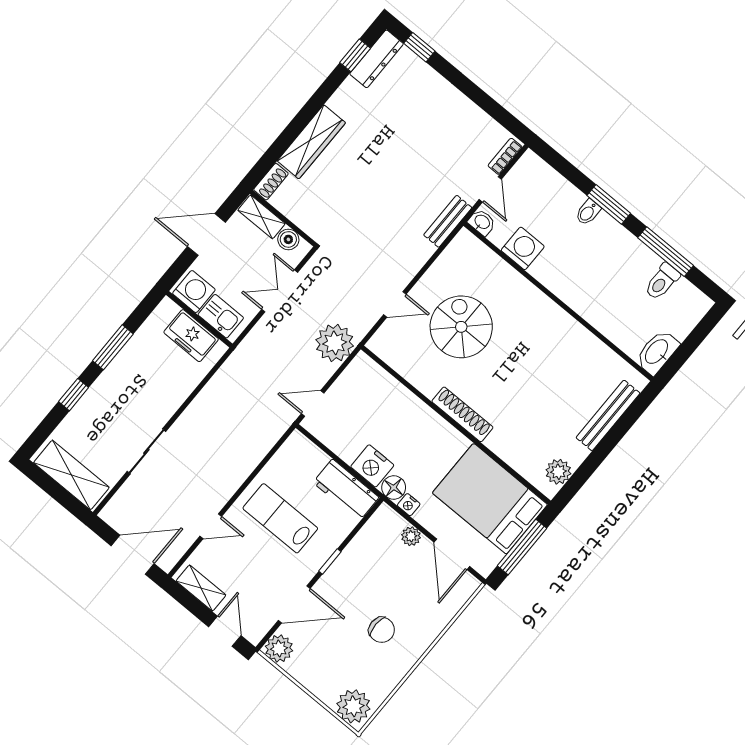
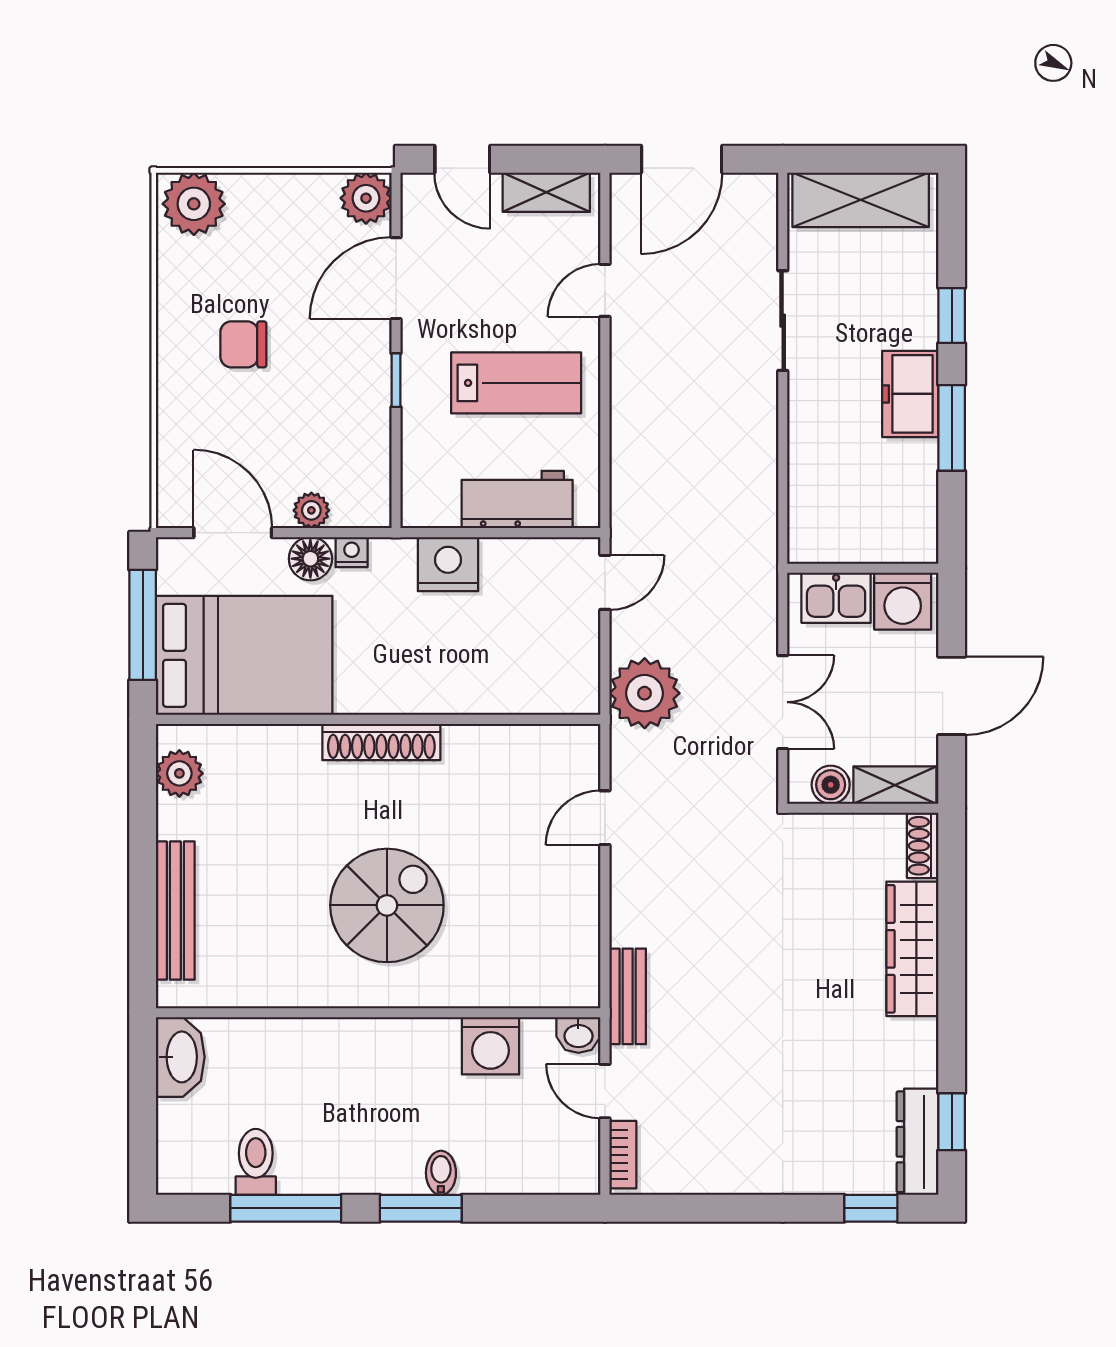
spiral stairs: (461, 327) -> (387, 905), moved, turned -90
freezer: (191, 336) -> (910, 394), moved, turned -90
floor lamp: (394, 488) -> (310, 559), moved
workbench: (346, 490) -> (517, 499), moved

